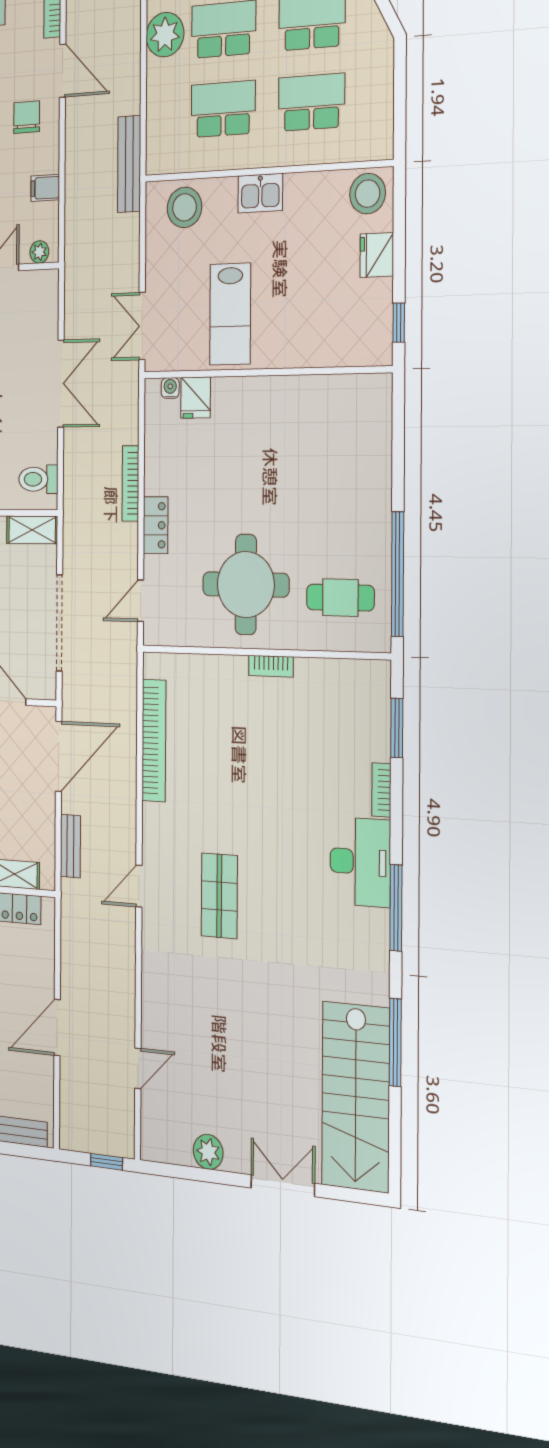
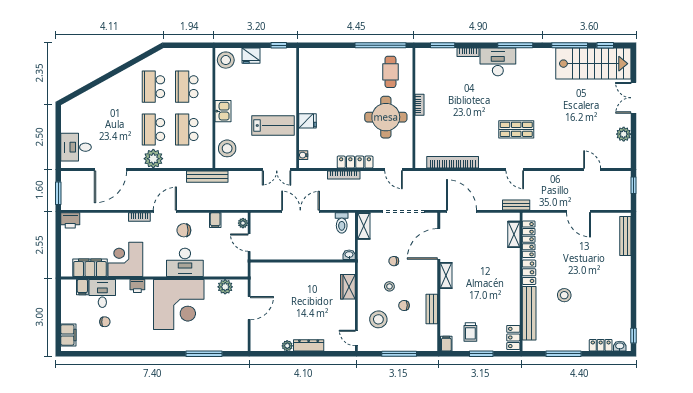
fridge: (196, 398) -> (308, 121), moved
locker: (156, 525) -> (355, 162), width x1.53
bench: (70, 846) -> (516, 205), moved
window: (395, 1131) -> (605, 45), added

